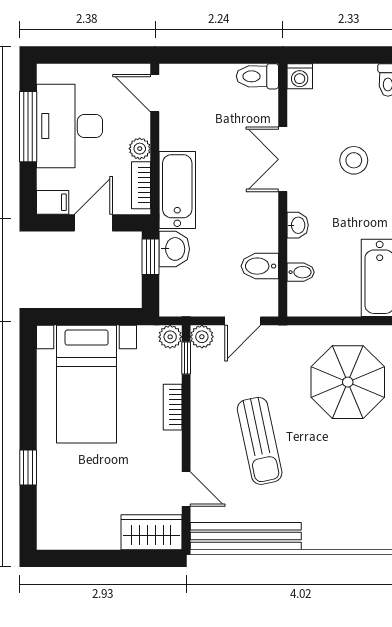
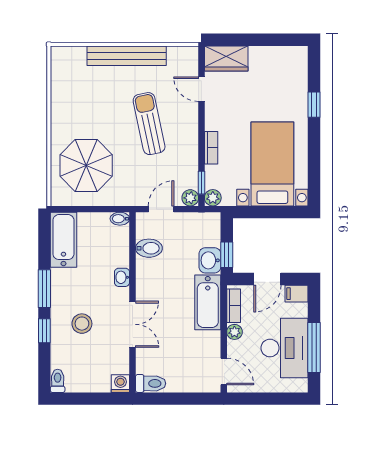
bidet: (301, 272) -> (120, 219), moved
bench: (246, 536) -> (127, 56), moved

